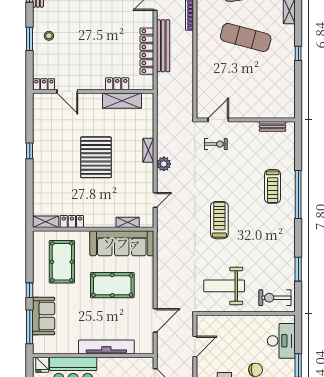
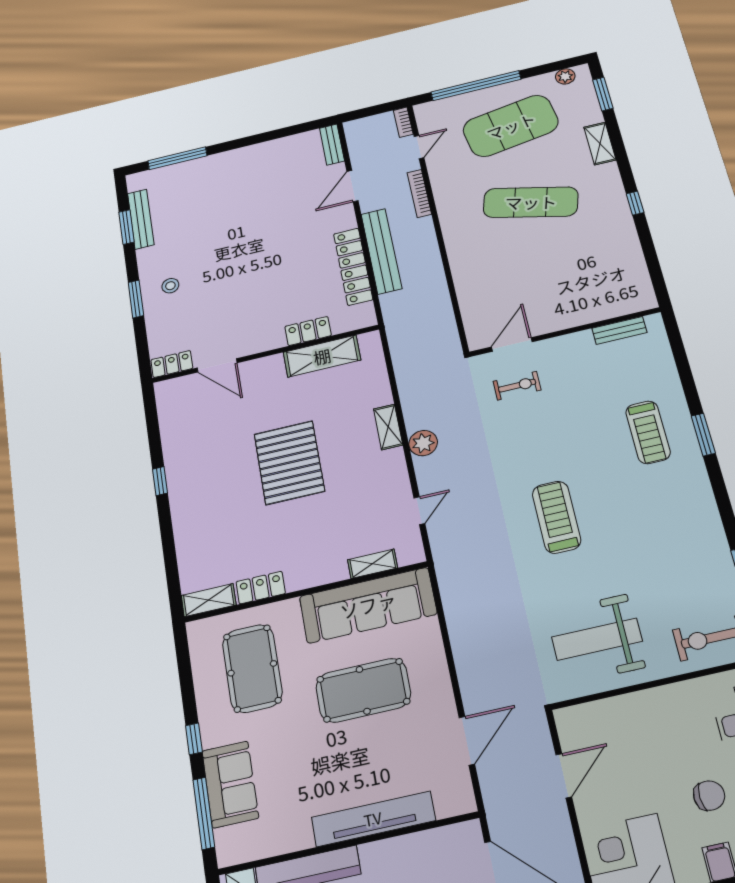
window: (298, 194) -> (703, 435), width x0.47

